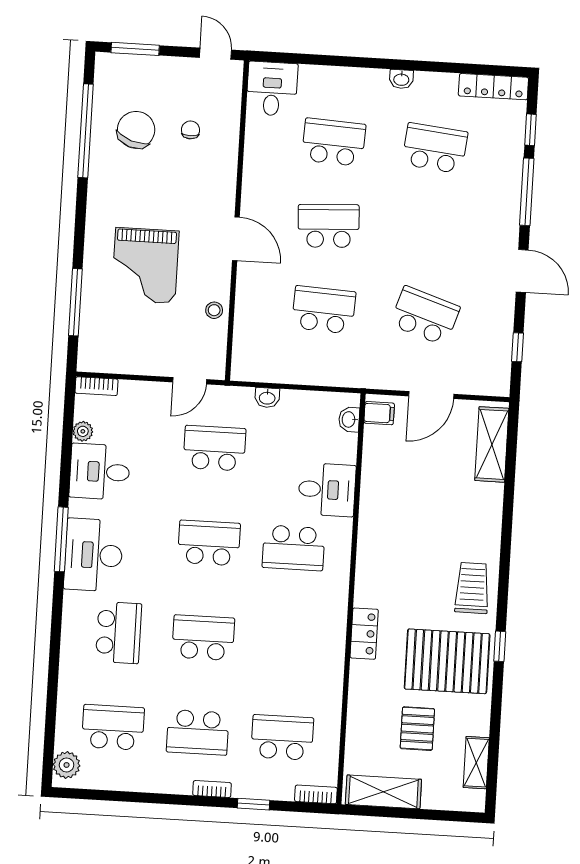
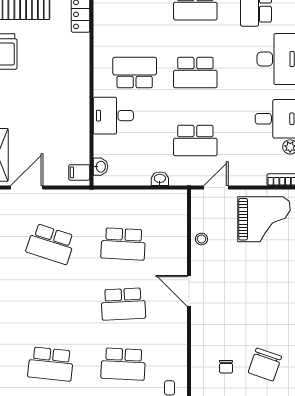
grand piano: (145, 265) -> (264, 219), moved, turned 90
door: (431, 395) -> (27, 188), moved

